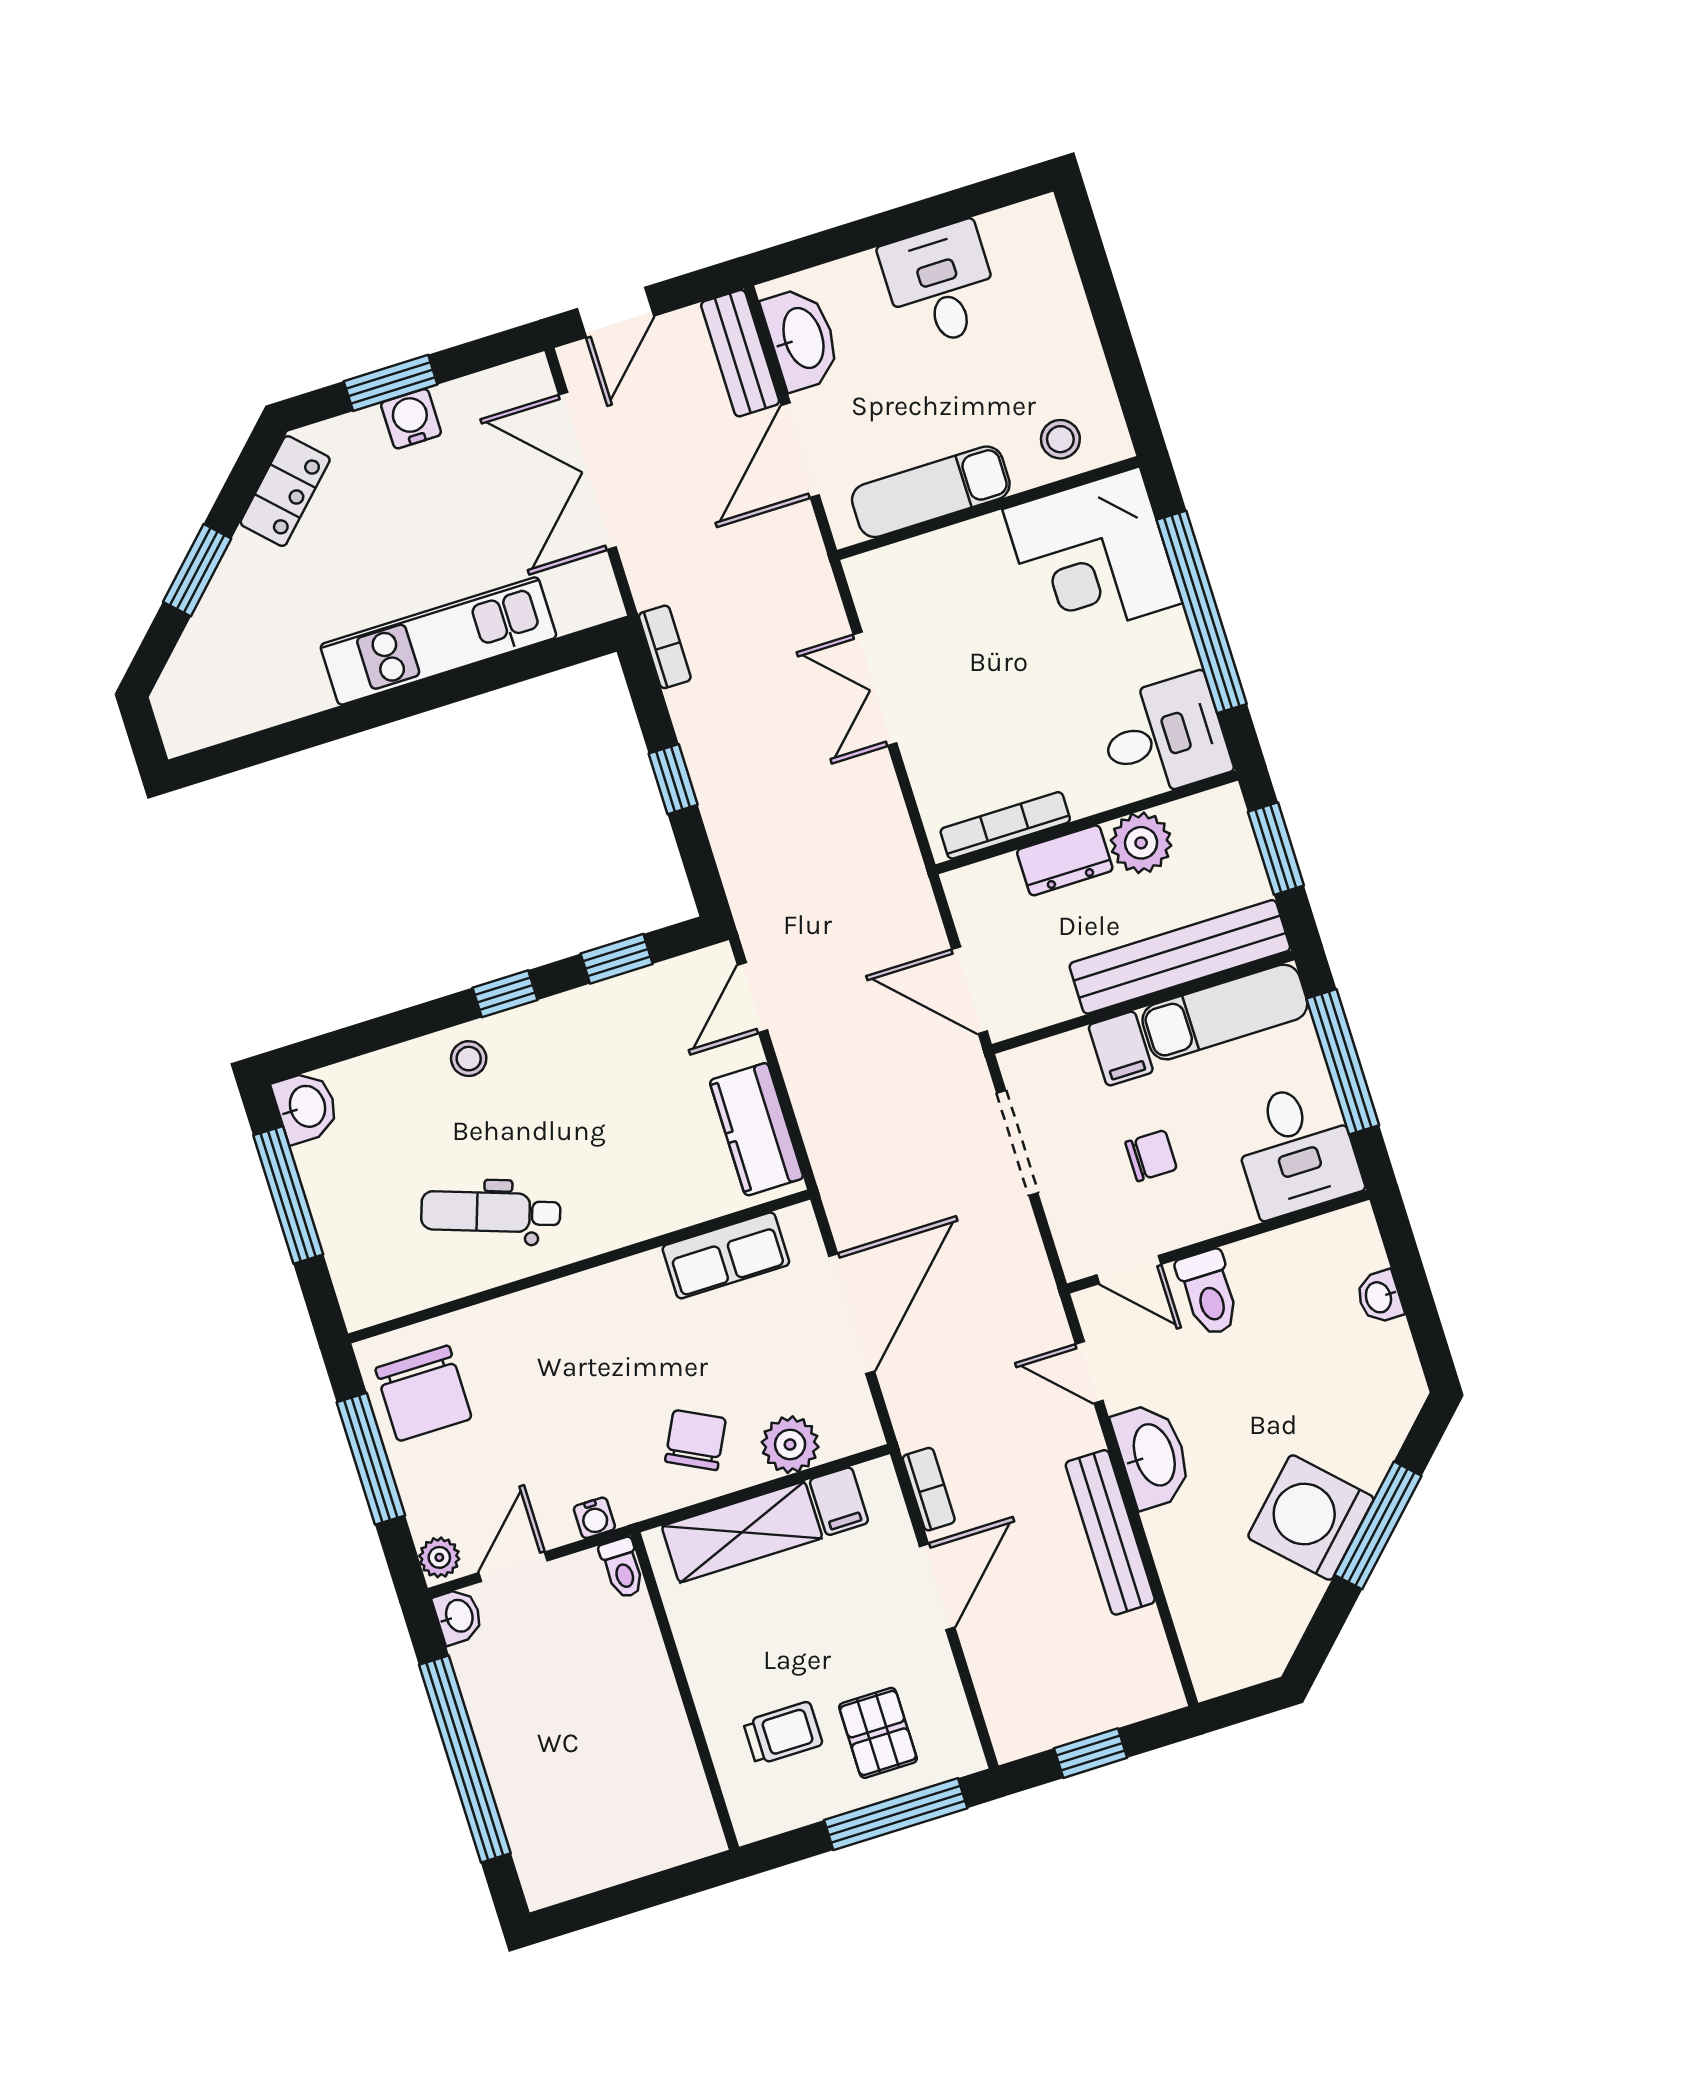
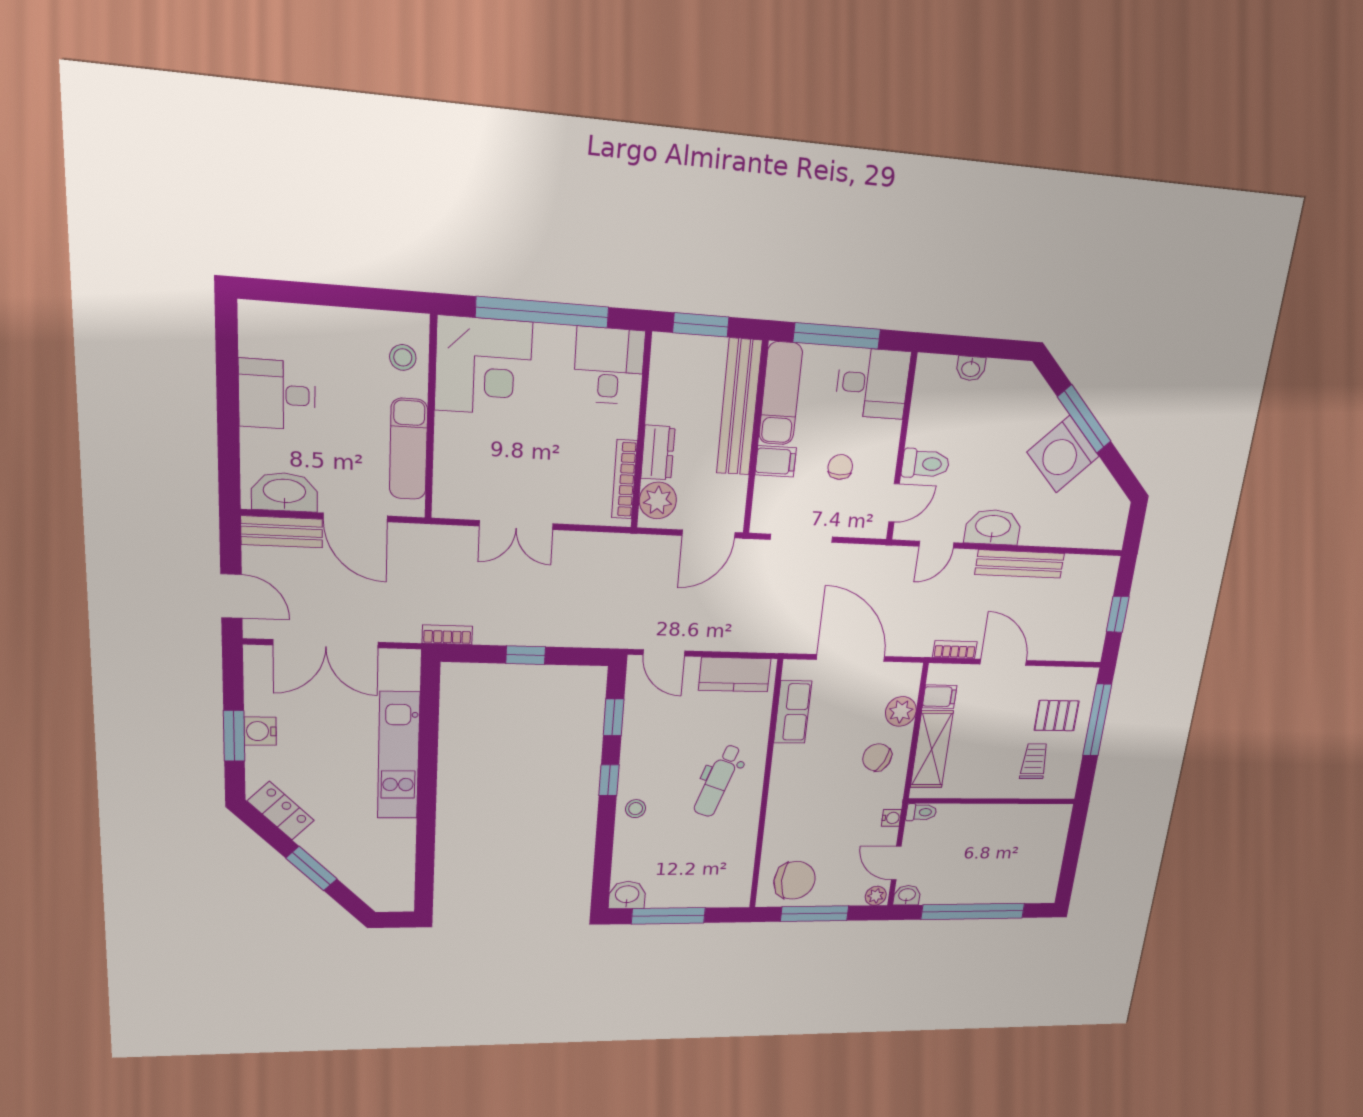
plant: (1141, 843) -> (658, 500), moved
dental chair: (491, 1212) -> (718, 781), moved

